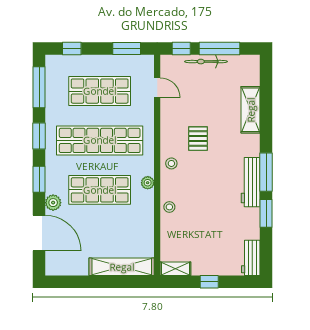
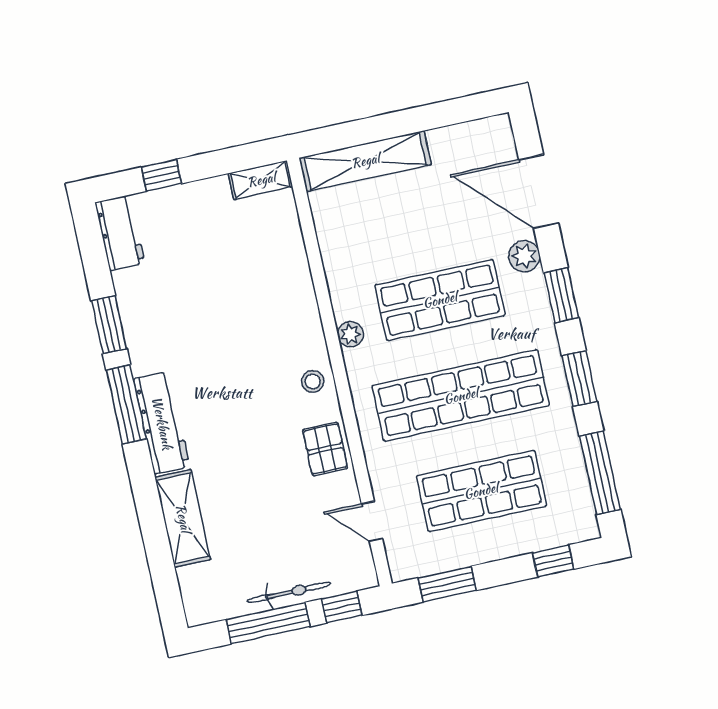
pallet: (198, 139) -> (325, 449), moved
workbench: (251, 182) -> (162, 423), moved
stool: (169, 207) -> (298, 297), removed
window: (209, 282) -> (161, 175), moved

